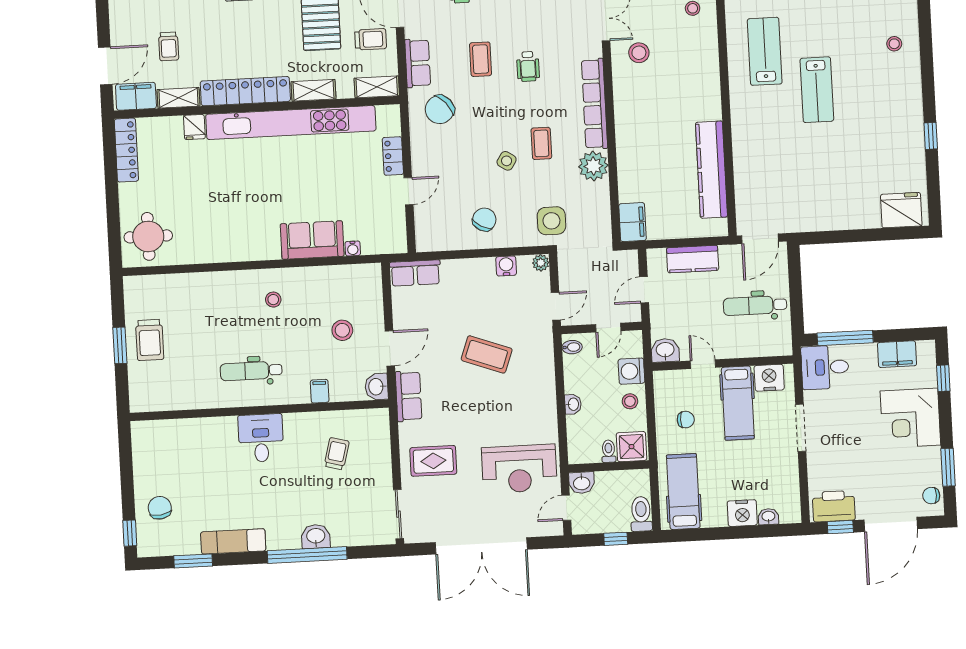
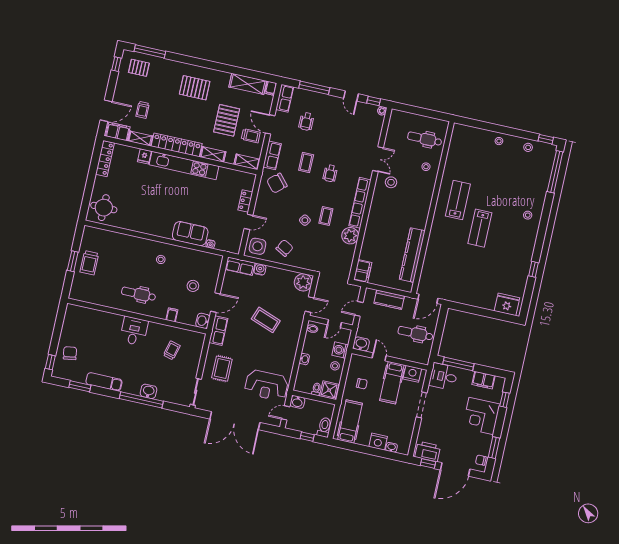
kitchen unit: (291, 123) -> (184, 165), width x0.73
side table: (551, 221) -> (258, 246), moved
plant: (541, 263) -> (303, 282), width x1.87, depth x1.87
water cooler: (506, 266) -> (260, 269), moved
rug: (433, 461) -> (222, 369), turned 90

